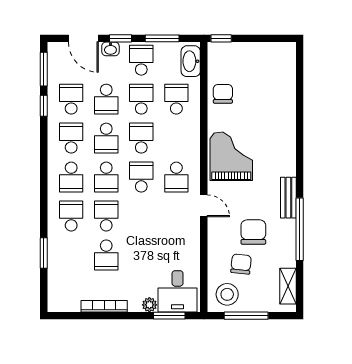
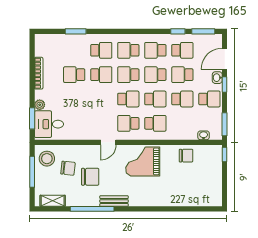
window: (162, 38) -> (225, 124), moved
washbasin: (191, 61) -> (204, 135), width x0.52, depth x0.69
school desk: (176, 99) -> (155, 123), moved
school desk: (71, 138) -> (155, 50), turned 180
grand piano: (231, 156) -> (143, 161), turned 180

